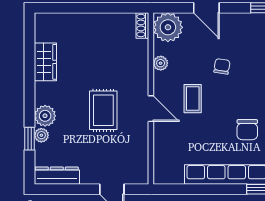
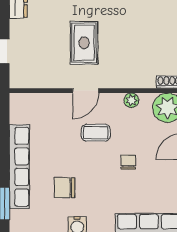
chair: (222, 66) -> (128, 162), turned -99
rug: (103, 110) -> (84, 43), turned 90

